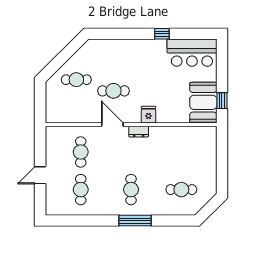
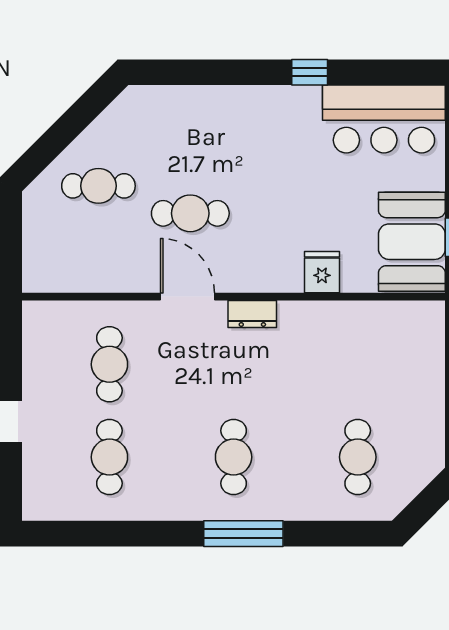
fridge: (148, 115) -> (322, 272), moved
cafe table: (181, 190) -> (358, 457), turned 90

